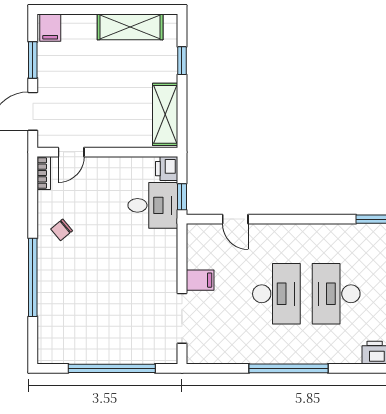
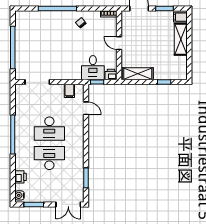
shelving: (130, 27) -> (181, 39), moved
door: (71, 152) -> (119, 43), moved
door: (235, 219) -> (86, 108), swing flipped
filing cabinet: (200, 280) -> (69, 91), moved

